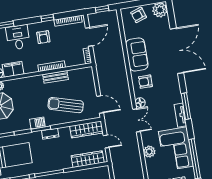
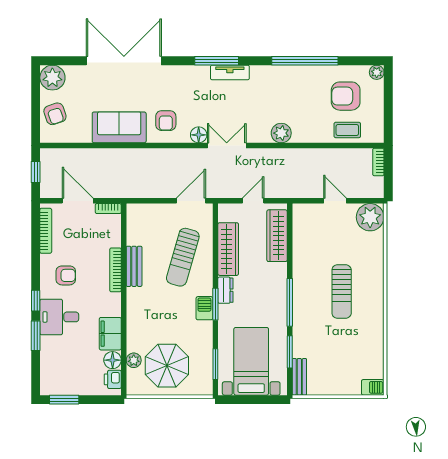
window: (47, 18) -> (36, 301), moved
wardrobe: (86, 129) -> (228, 249), moved
corner sofa: (176, 149) -> (284, 89), removed

